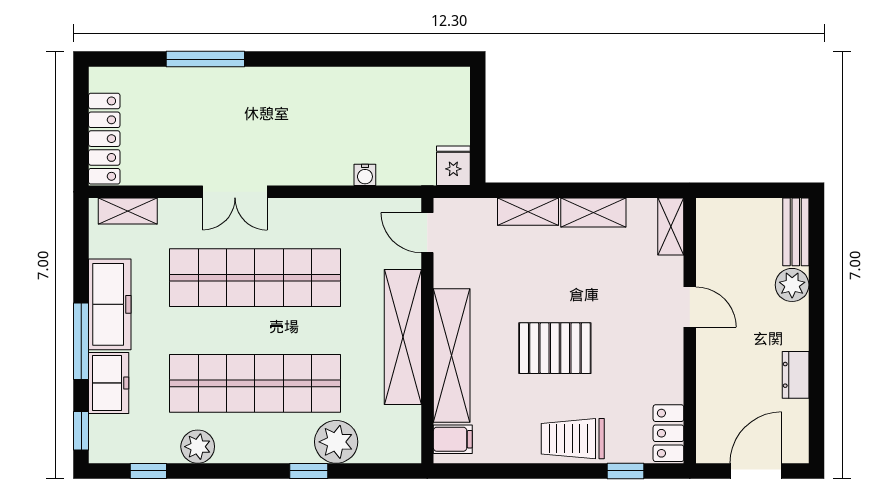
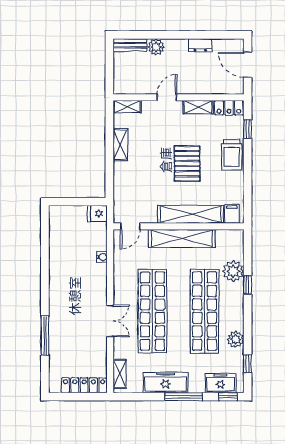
shelving: (528, 212) -> (198, 107), moved, turned 90
freezer: (109, 383) -> (220, 383), moved

